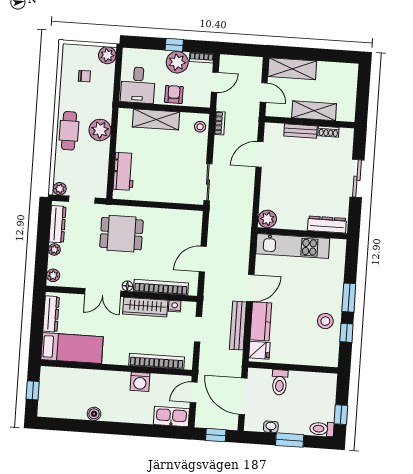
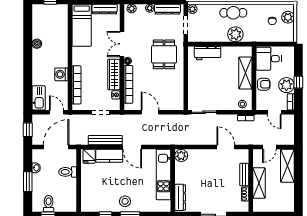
plant: (107, 55) -> (288, 17), moved
stool: (325, 321) -> (125, 201), moved
toilet: (322, 429) -> (49, 204), moved

